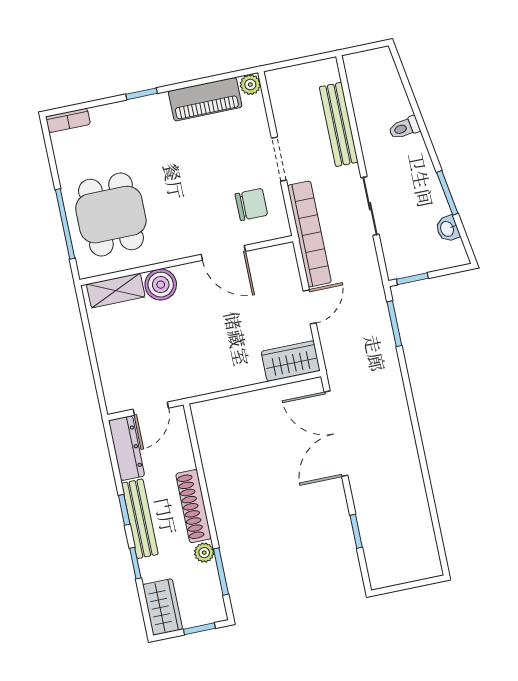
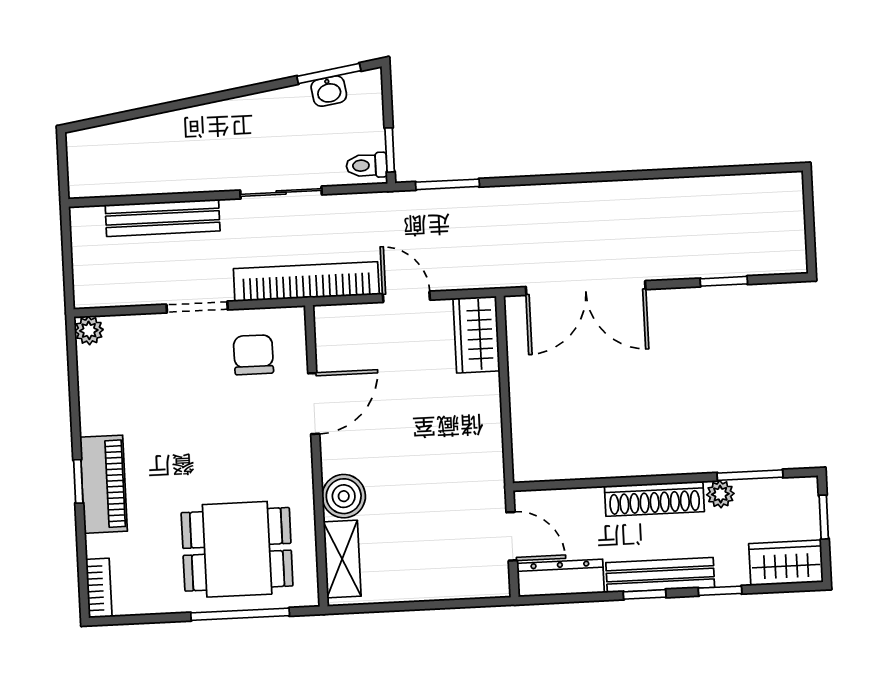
piano: (205, 99) -> (104, 484), moved
toilet: (404, 128) -> (367, 165), moved, turned 99
window: (447, 193) -> (329, 73), moved

